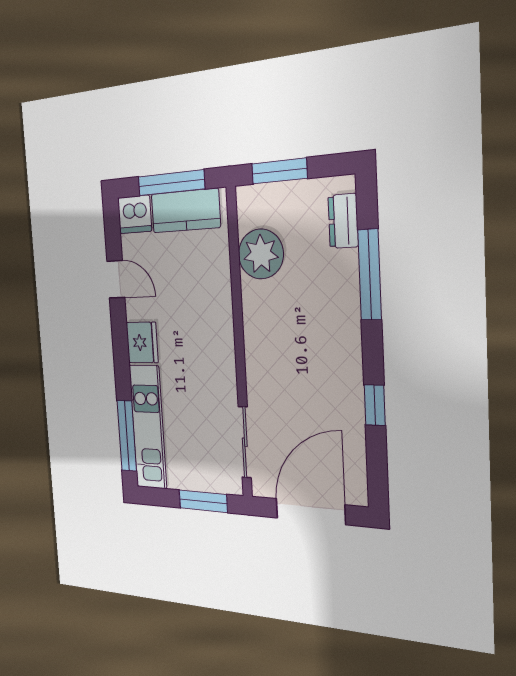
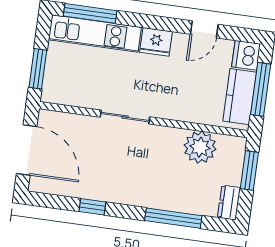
dresser: (343, 221) -> (229, 203), moved, turned -90
sliding door: (245, 442) -> (125, 117), moved

